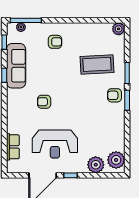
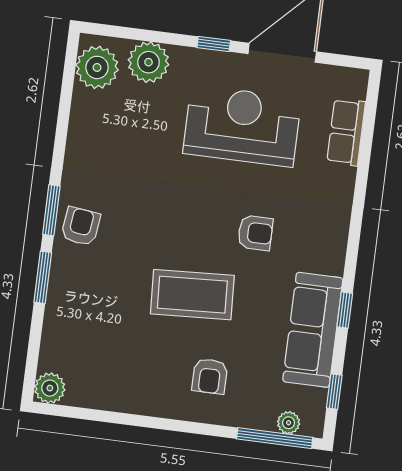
armchair: (55, 42) -> (210, 376), turned -90
coffee table: (97, 64) -> (192, 295), moved
armchair: (114, 95) -> (81, 226), turned -83

